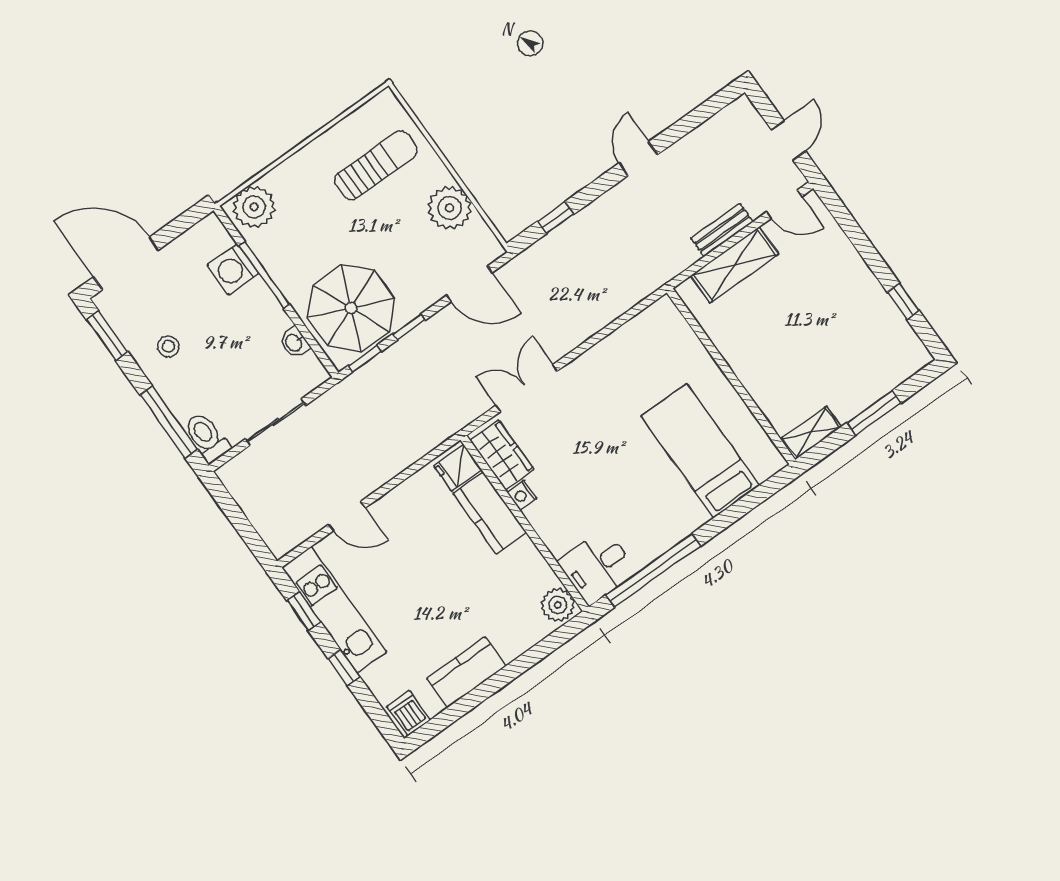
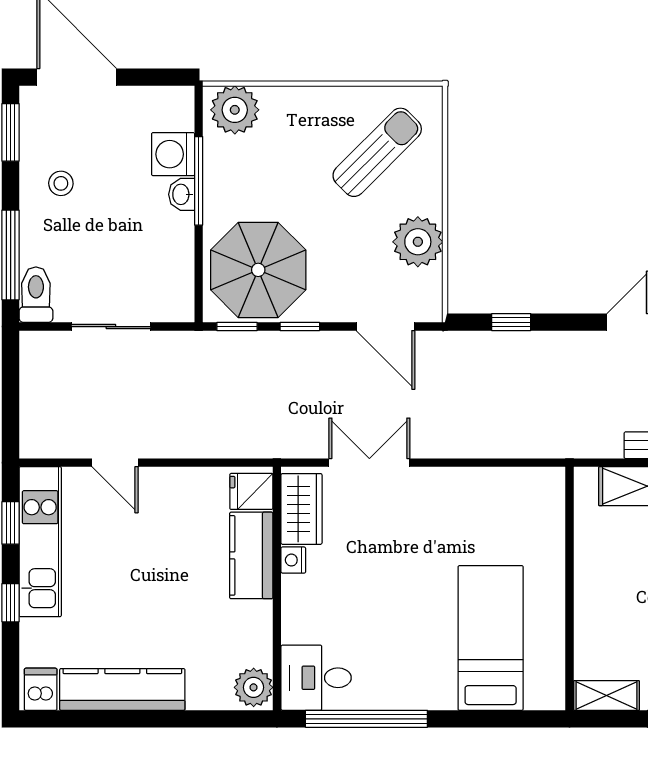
sun lounger: (376, 165) -> (377, 152), turned -45
washbasin: (294, 342) -> (182, 194), moved
kitchen counter: (466, 672) -> (122, 689), width x1.50

